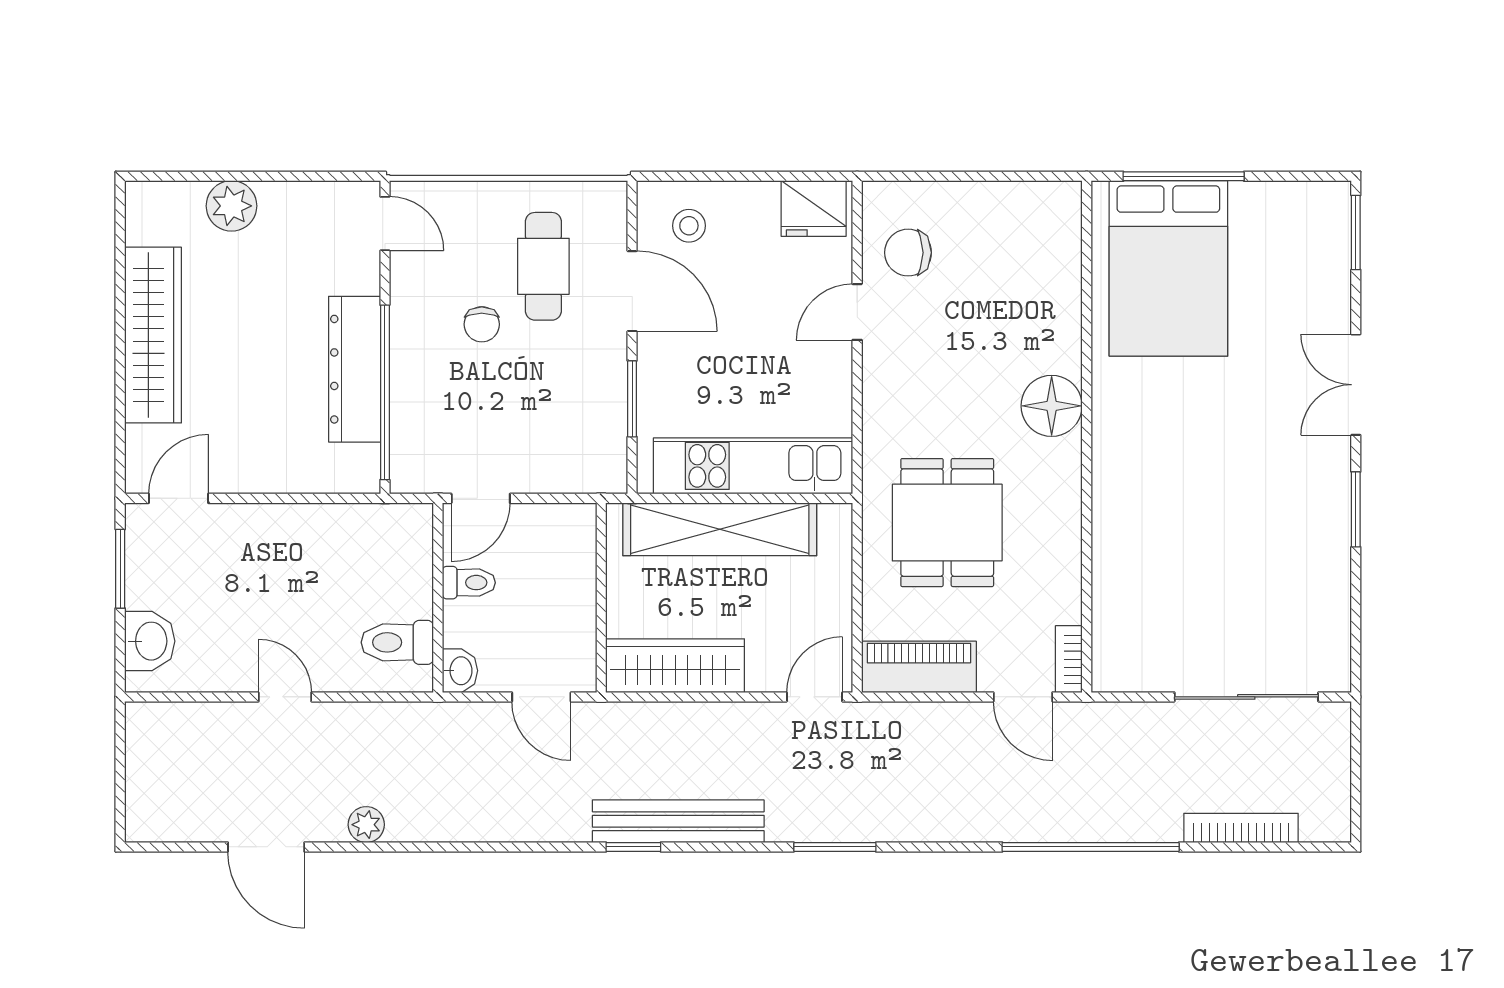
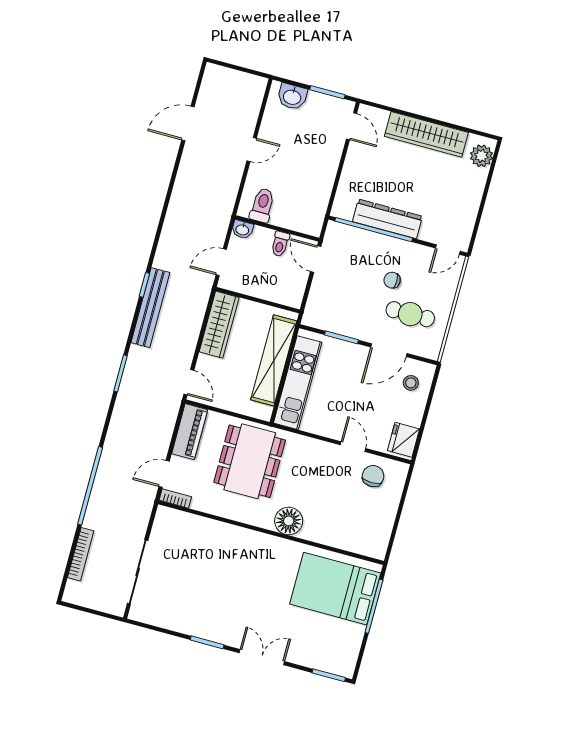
plant: (231, 206) -> (481, 156), moved
dining table: (947, 523) -> (250, 461), width x1.38
plant: (366, 825) -> (186, 170), removed

